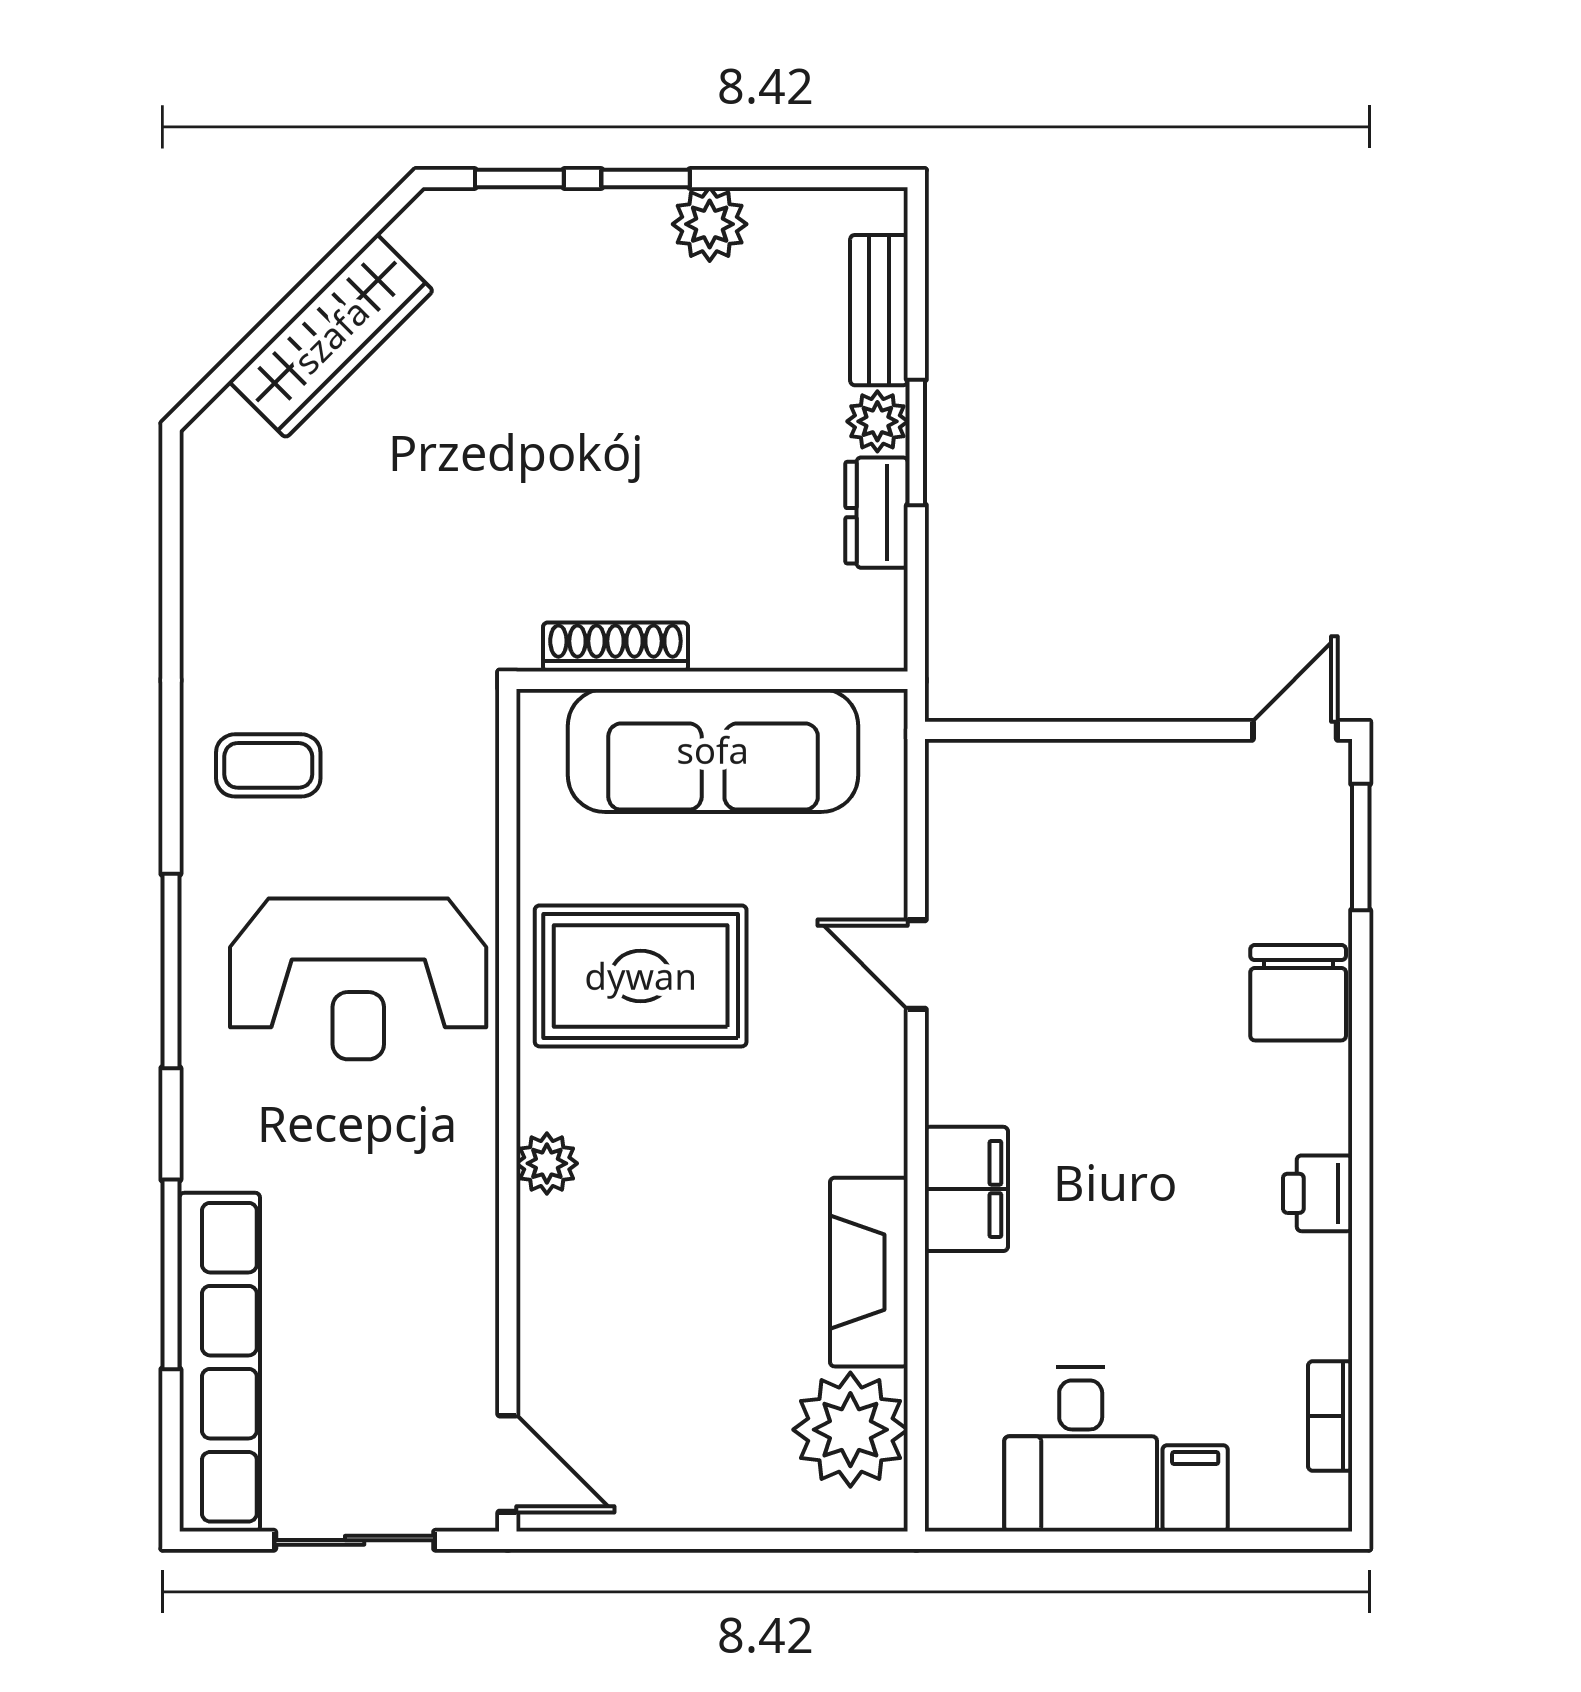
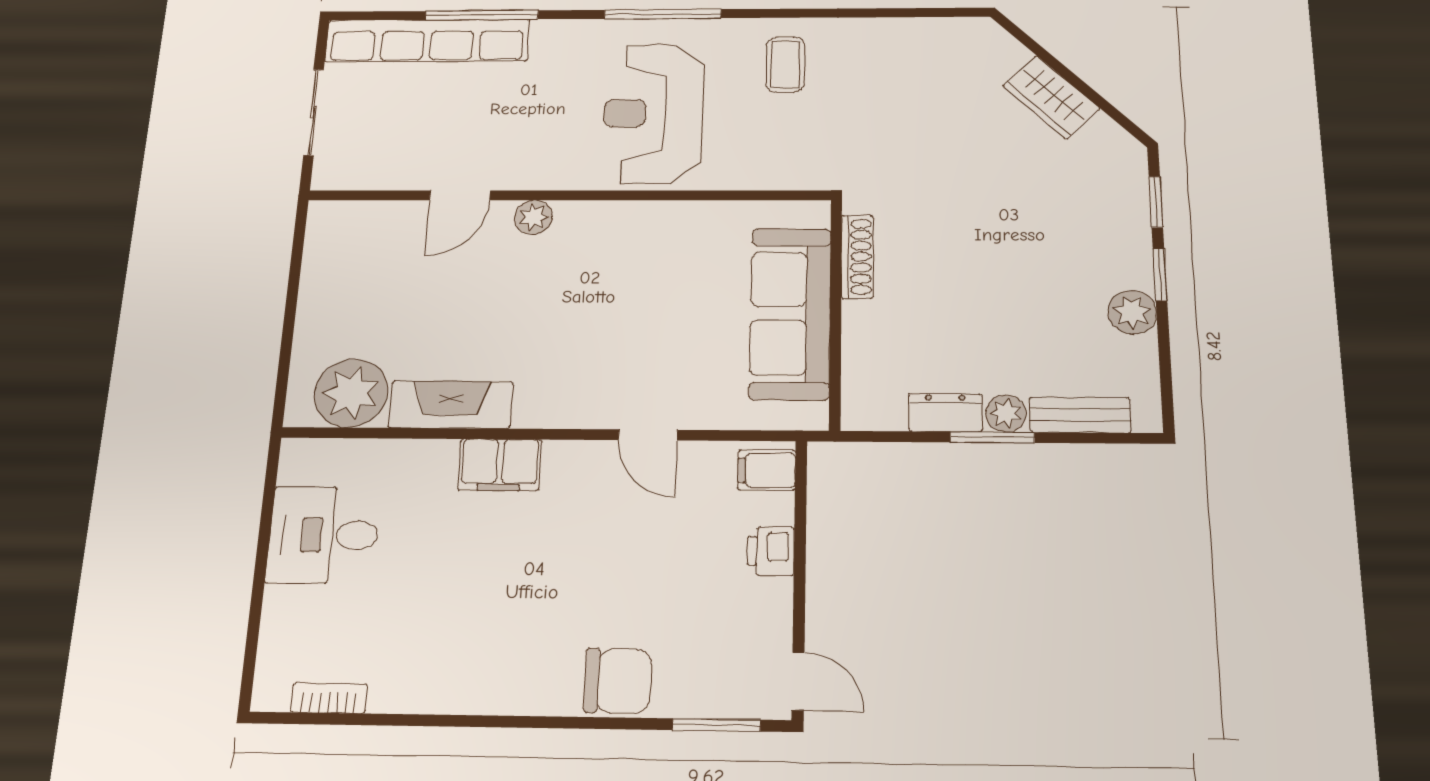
wardrobe: (331, 336) -> (1051, 97), width x0.67
door: (916, 964) -> (648, 435), swing flipped
rug: (641, 976) -> (648, 271), removed
chair: (1298, 993) -> (618, 681), turned 180
printer: (1318, 1193) -> (771, 551), moved, turned -90
door: (508, 1464) -> (460, 195), moved
filing cabinet: (1195, 1488) -> (767, 470), moved, turned 180

